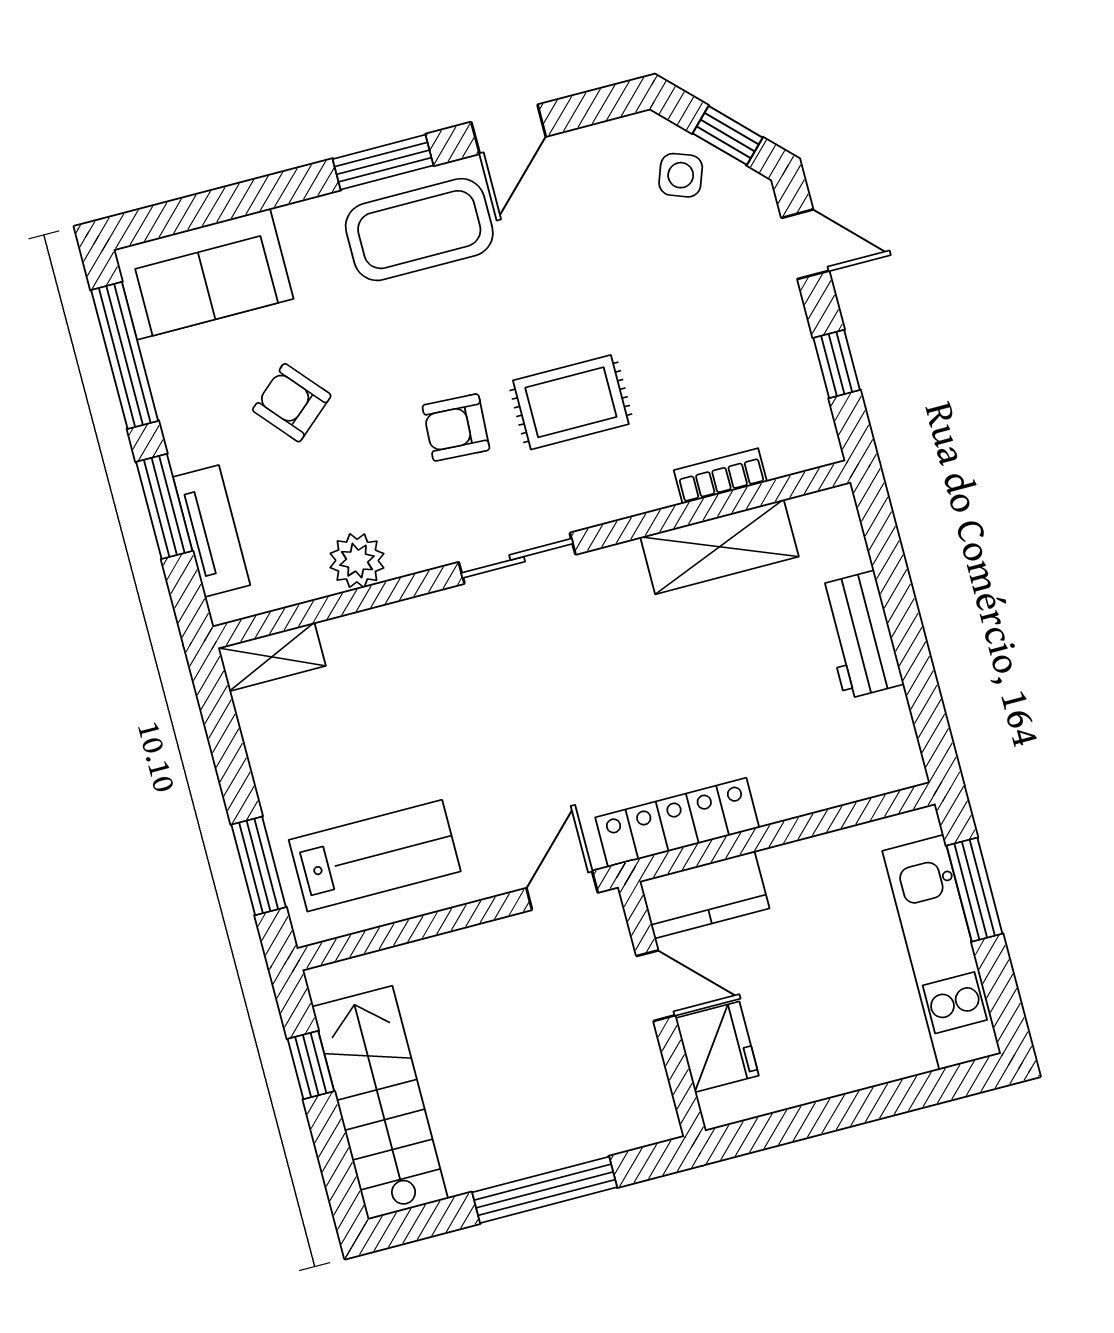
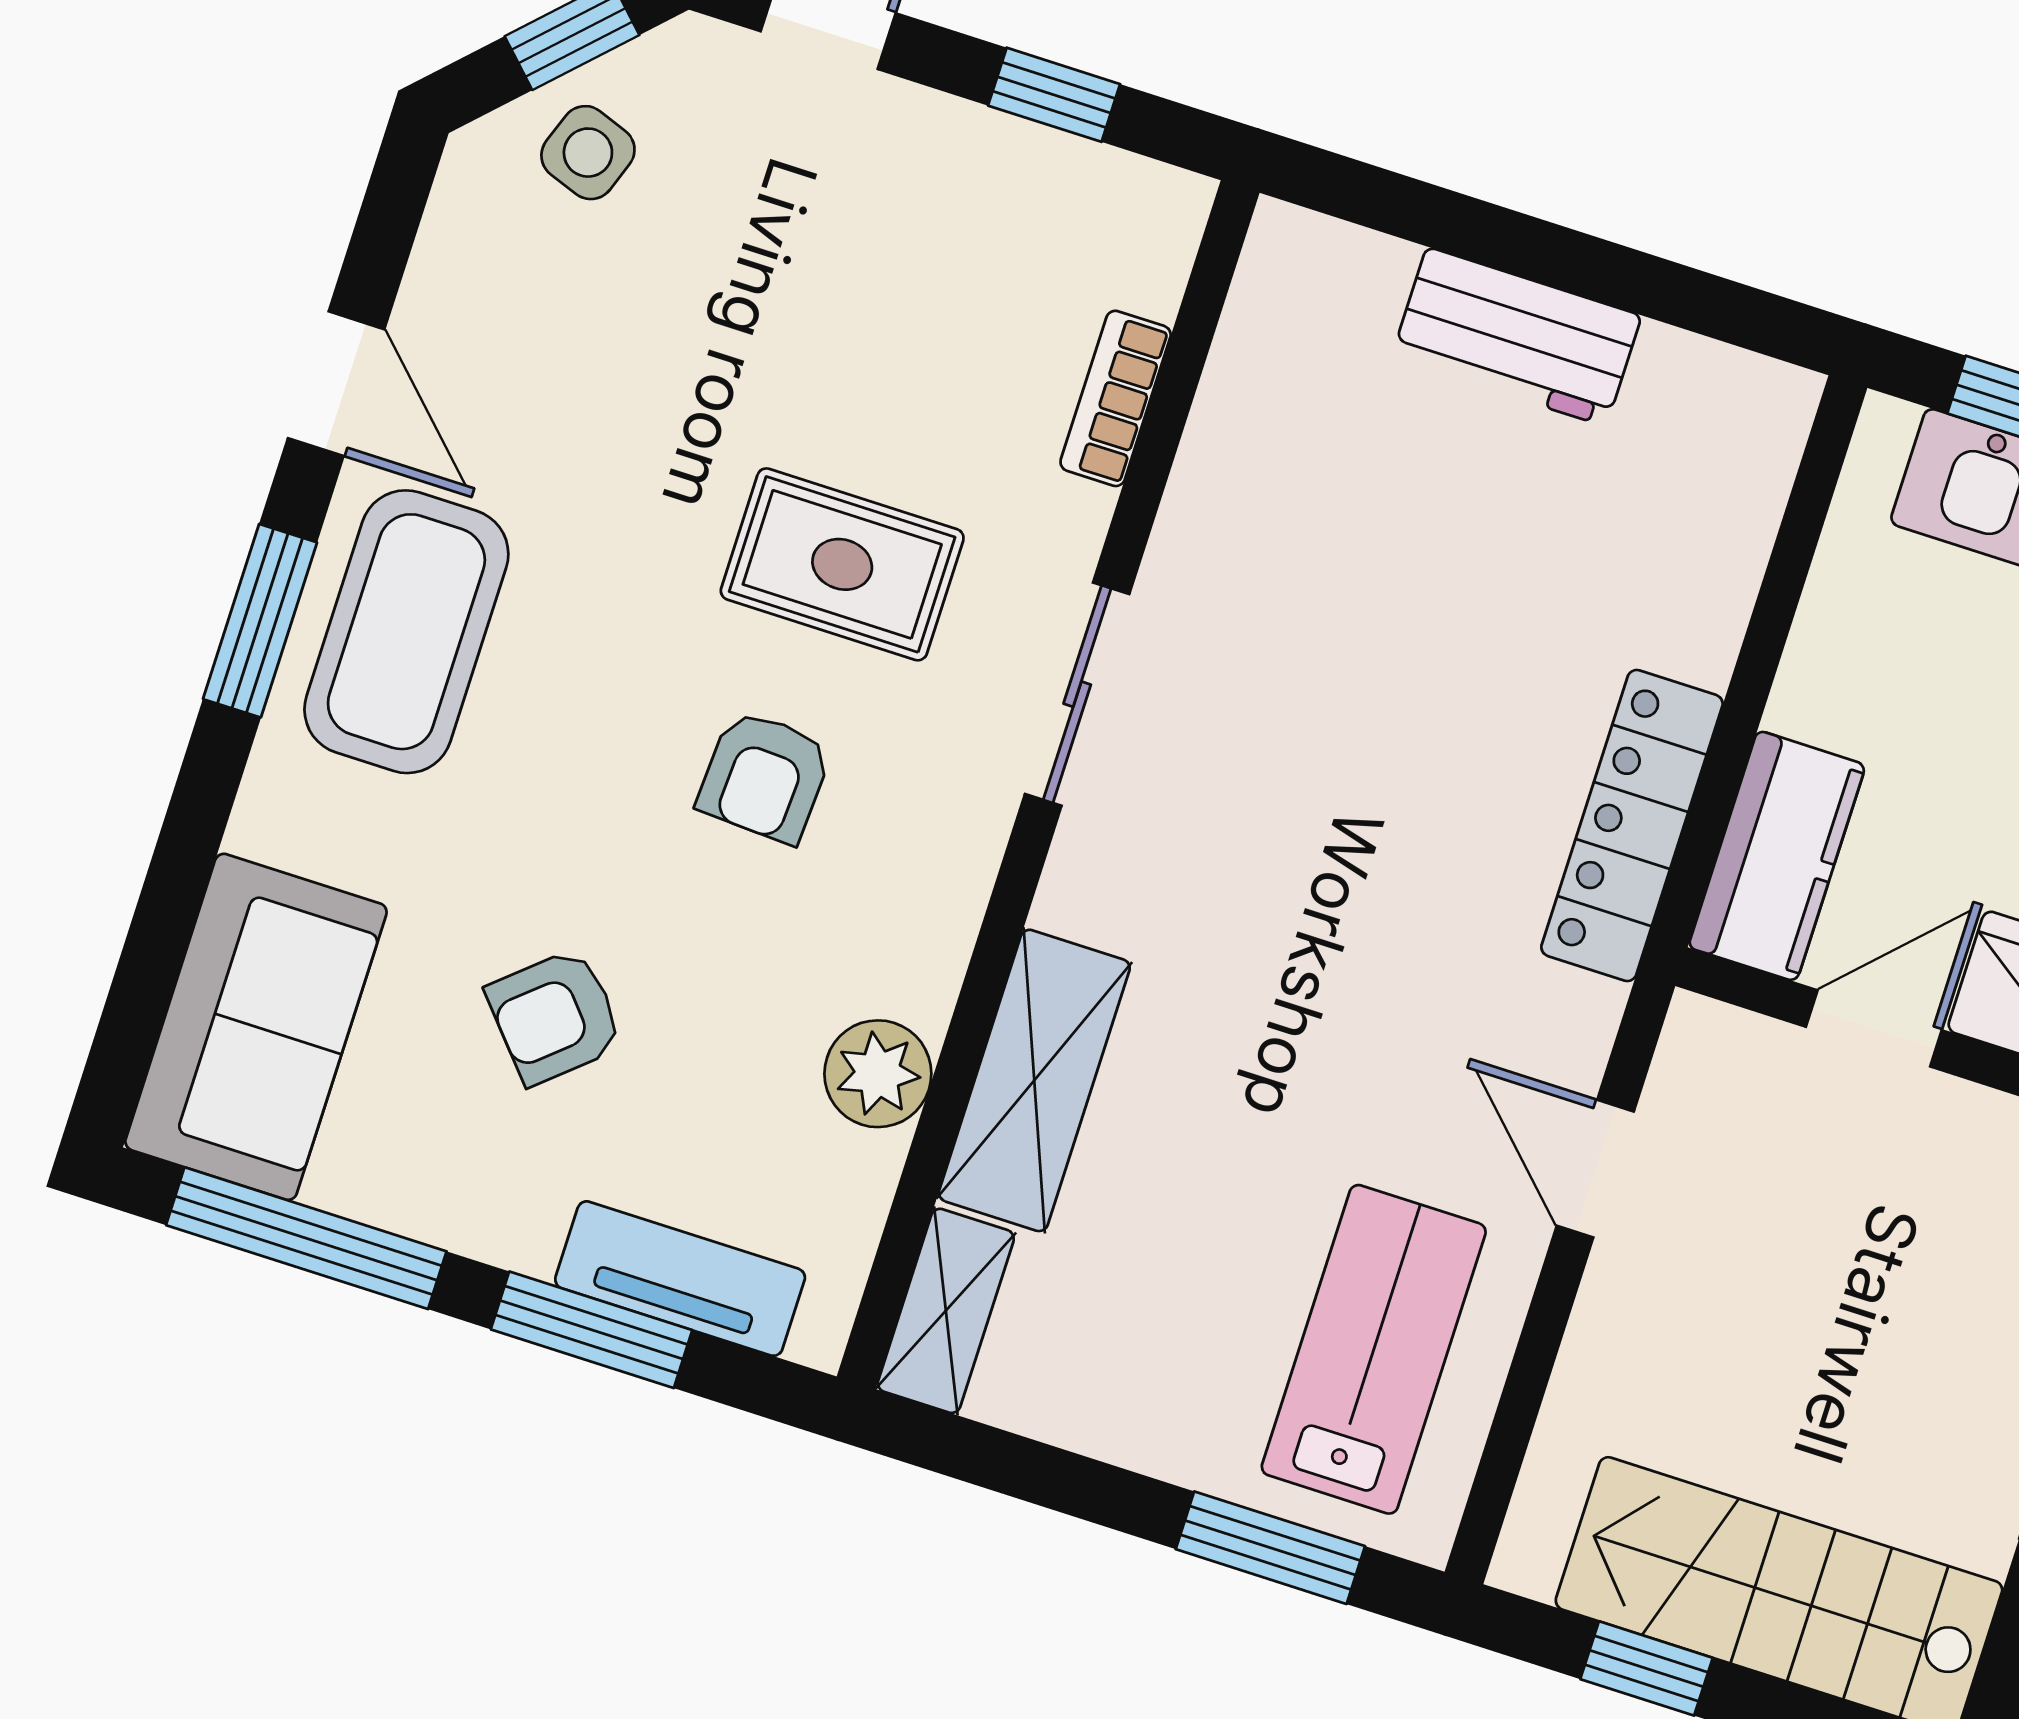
rug: (571, 402) -> (842, 564), turned 90
shelving: (719, 547) -> (1034, 1080), moved
sliding door: (517, 558) -> (1077, 694), moved
door: (562, 890) -> (1595, 1169), moved

